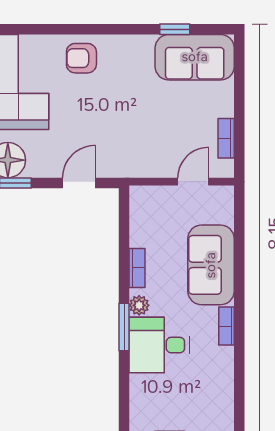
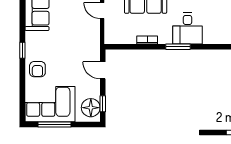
window: (175, 29) -> (22, 50), moved
plant: (139, 305) -> (167, 39), removed

